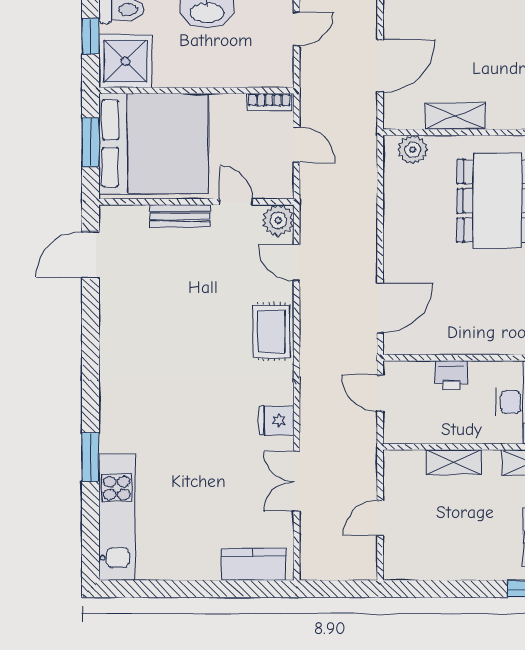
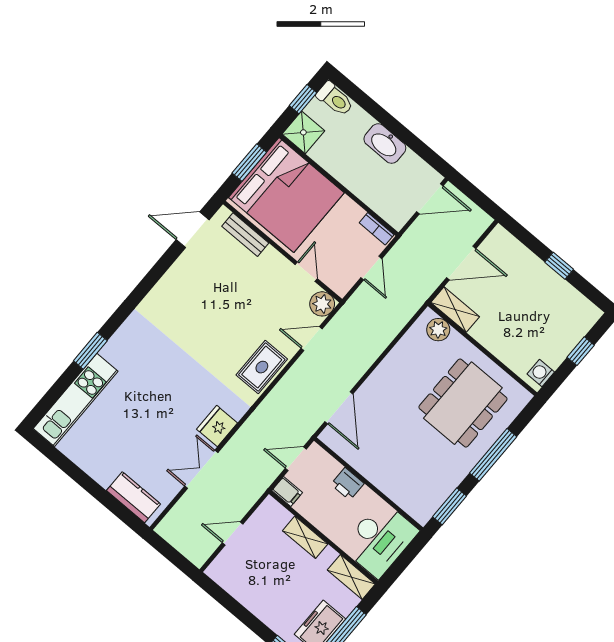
door: (297, 29) -> (430, 199), width x1.38
shower: (125, 61) -> (303, 132), width x0.73, depth x0.73
shelving: (455, 116) -> (455, 310), moved
bench: (180, 216) -> (245, 235), moved
door: (297, 263) -> (312, 339), hinge flipped
door: (380, 308) -> (339, 408), hinge flipped
door: (380, 393) -> (296, 459), hinge flipped
fridge: (276, 421) -> (217, 426), width x1.38
filing cabinet: (399, 432) -> (287, 491), added

